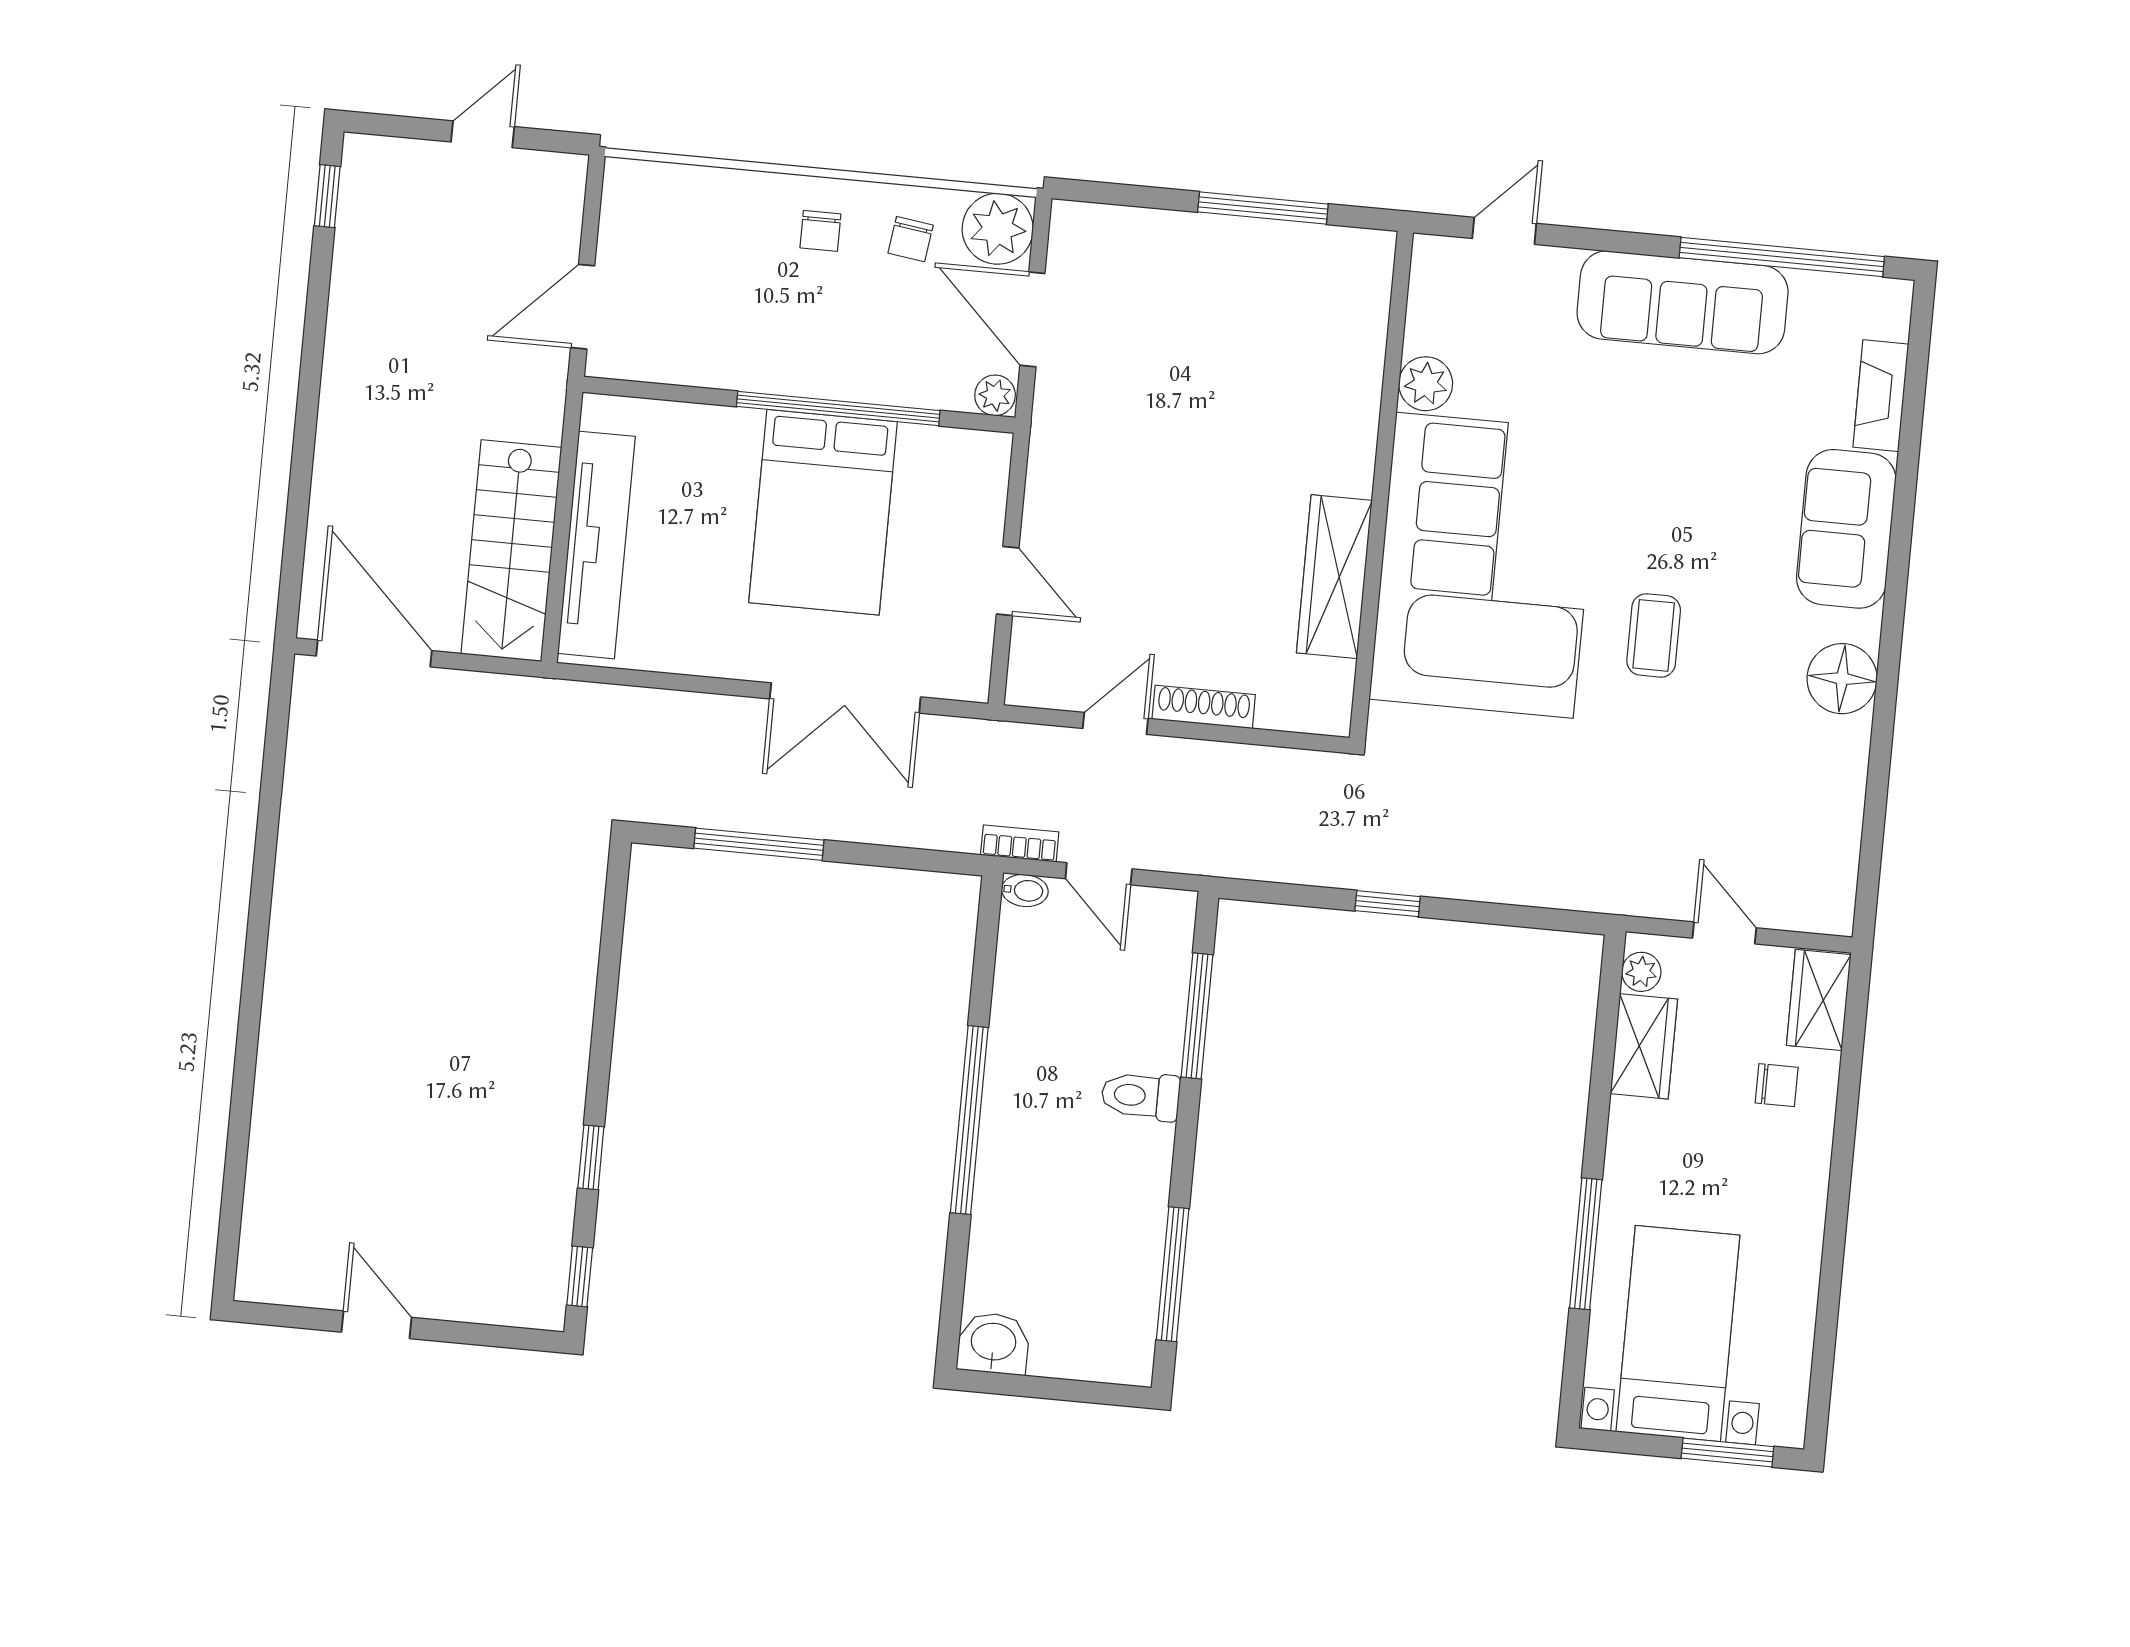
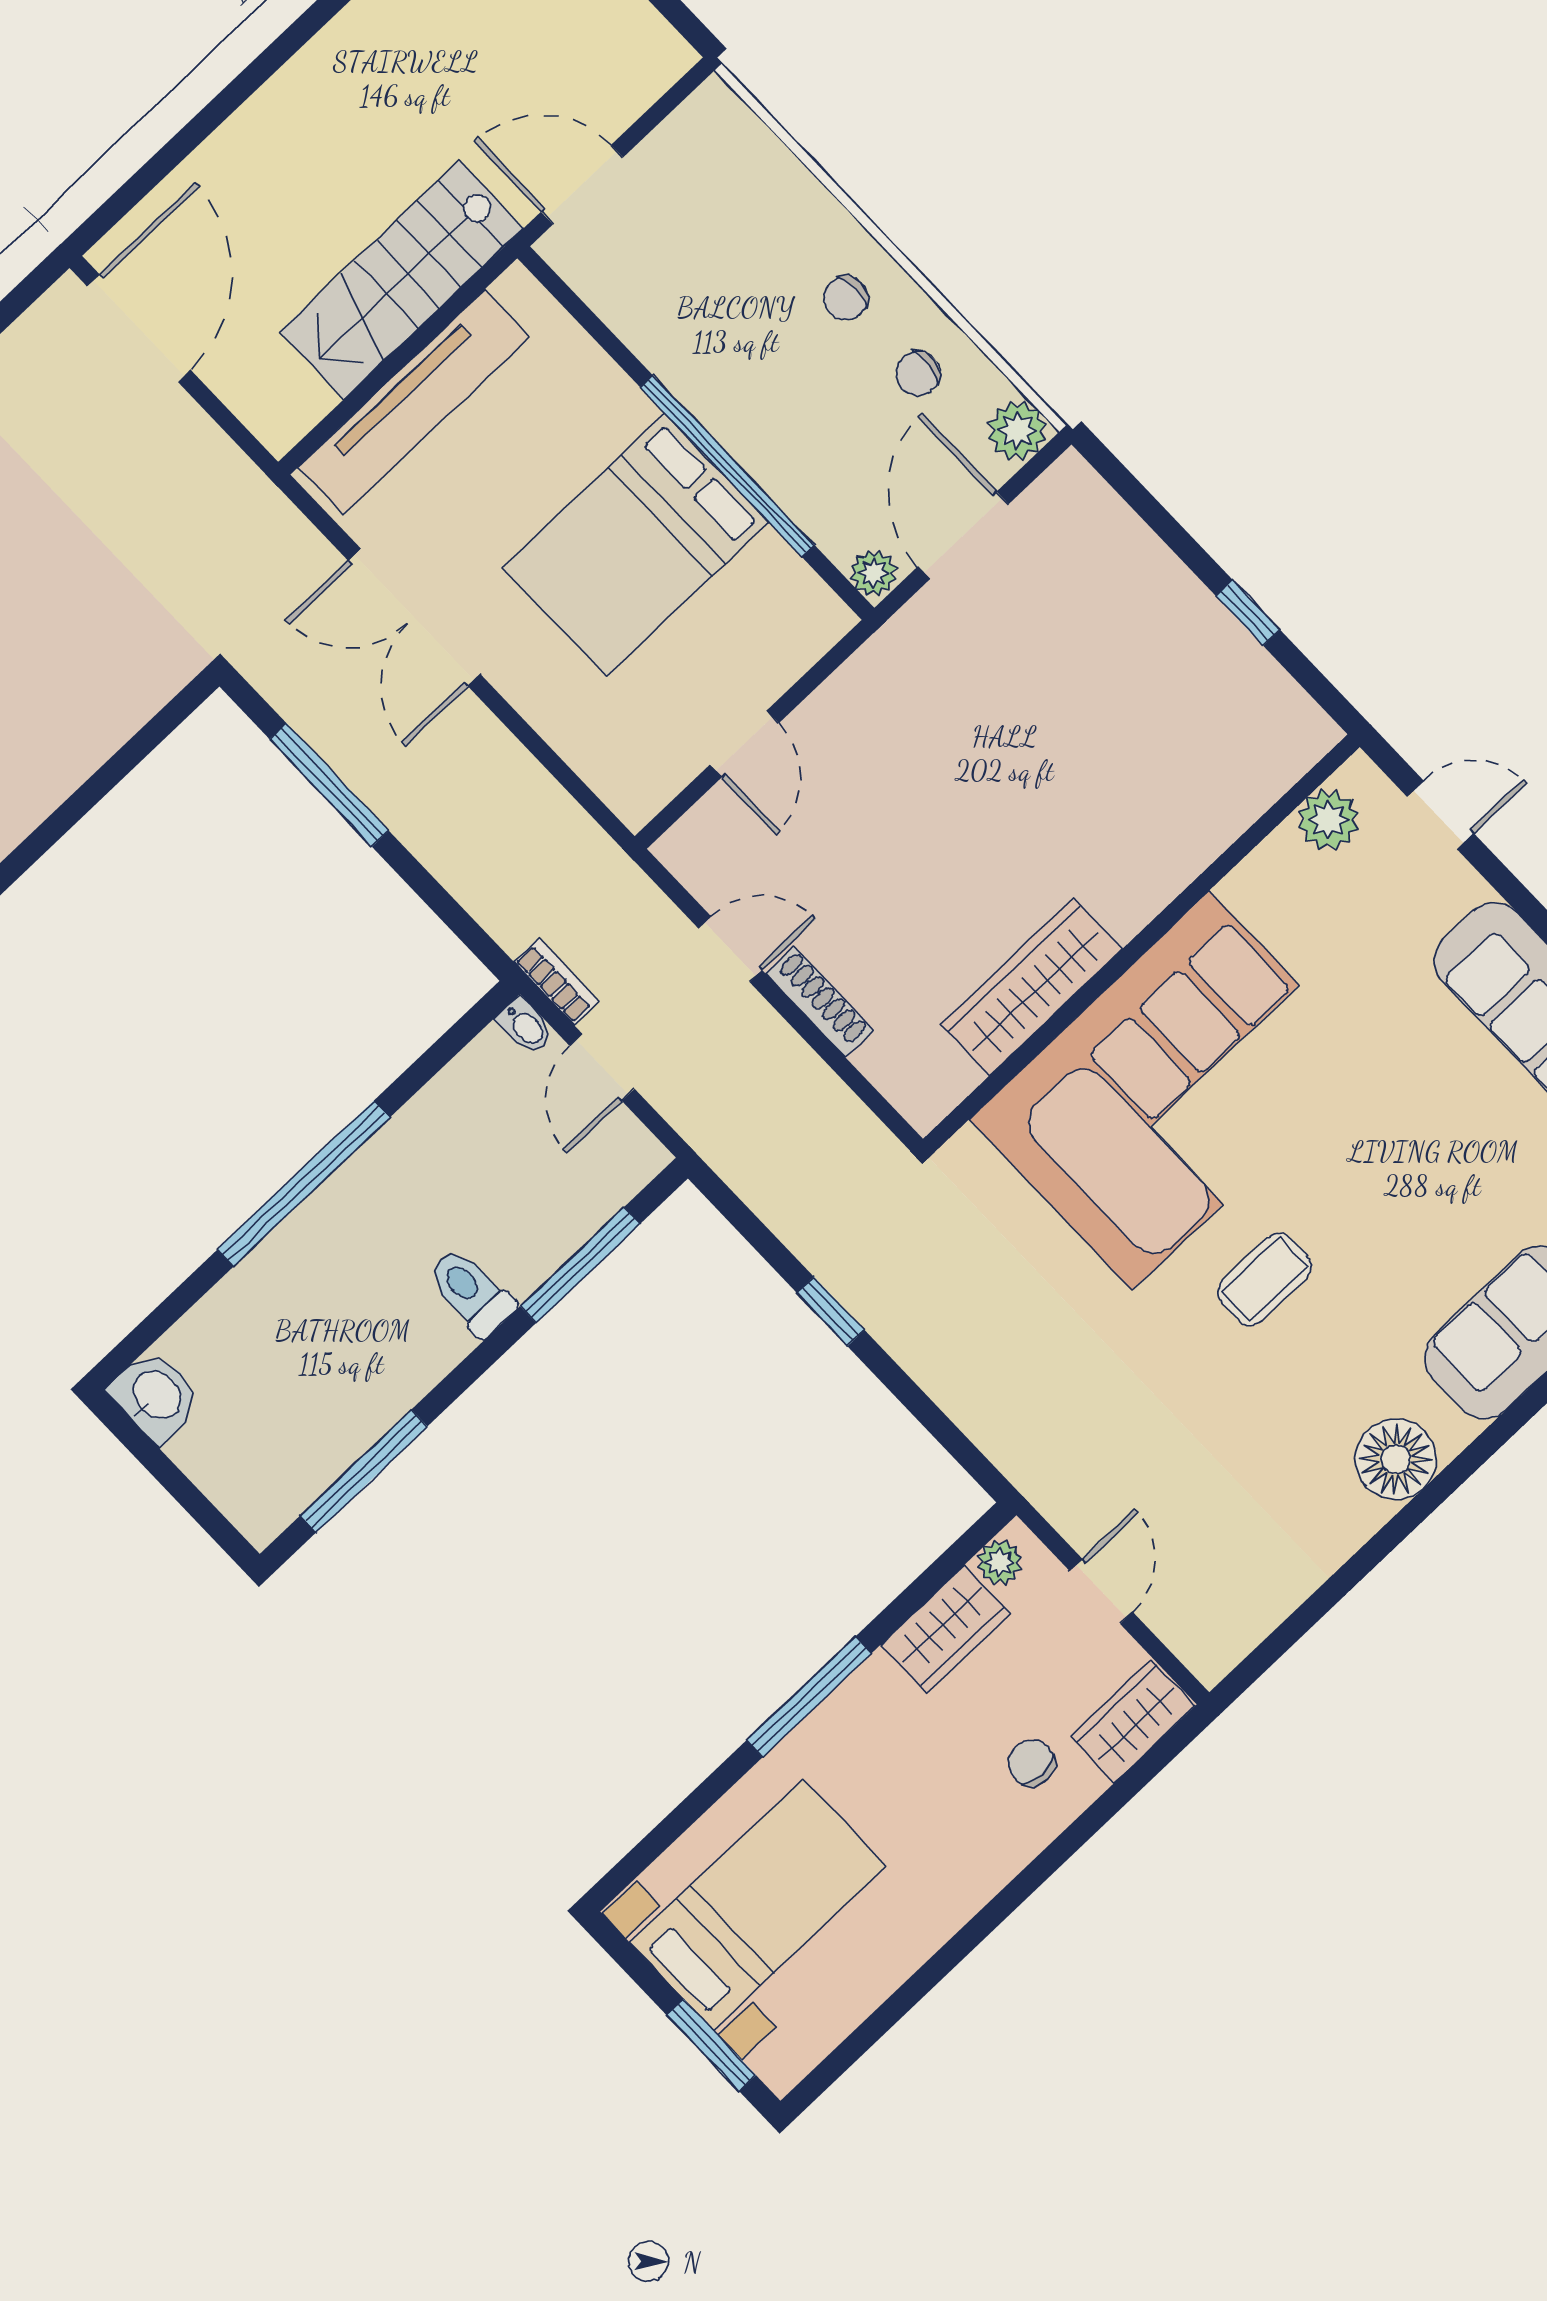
window: (1263, 208) -> (1248, 613), width x0.46
plant: (998, 229) -> (1017, 431), width x0.73, depth x0.73
plant: (1426, 384) -> (1328, 820), moved
stairs: (511, 551) -> (402, 280), moved
double door: (845, 698) -> (414, 617), moved
chair: (1777, 1085) -> (1032, 1763), turned 180
window: (1586, 1244) -> (809, 1697), moved

